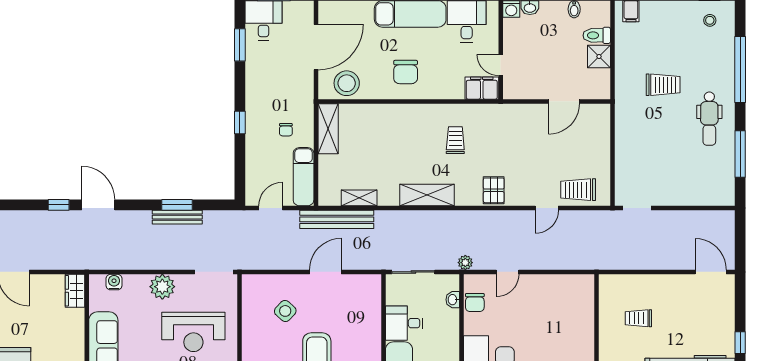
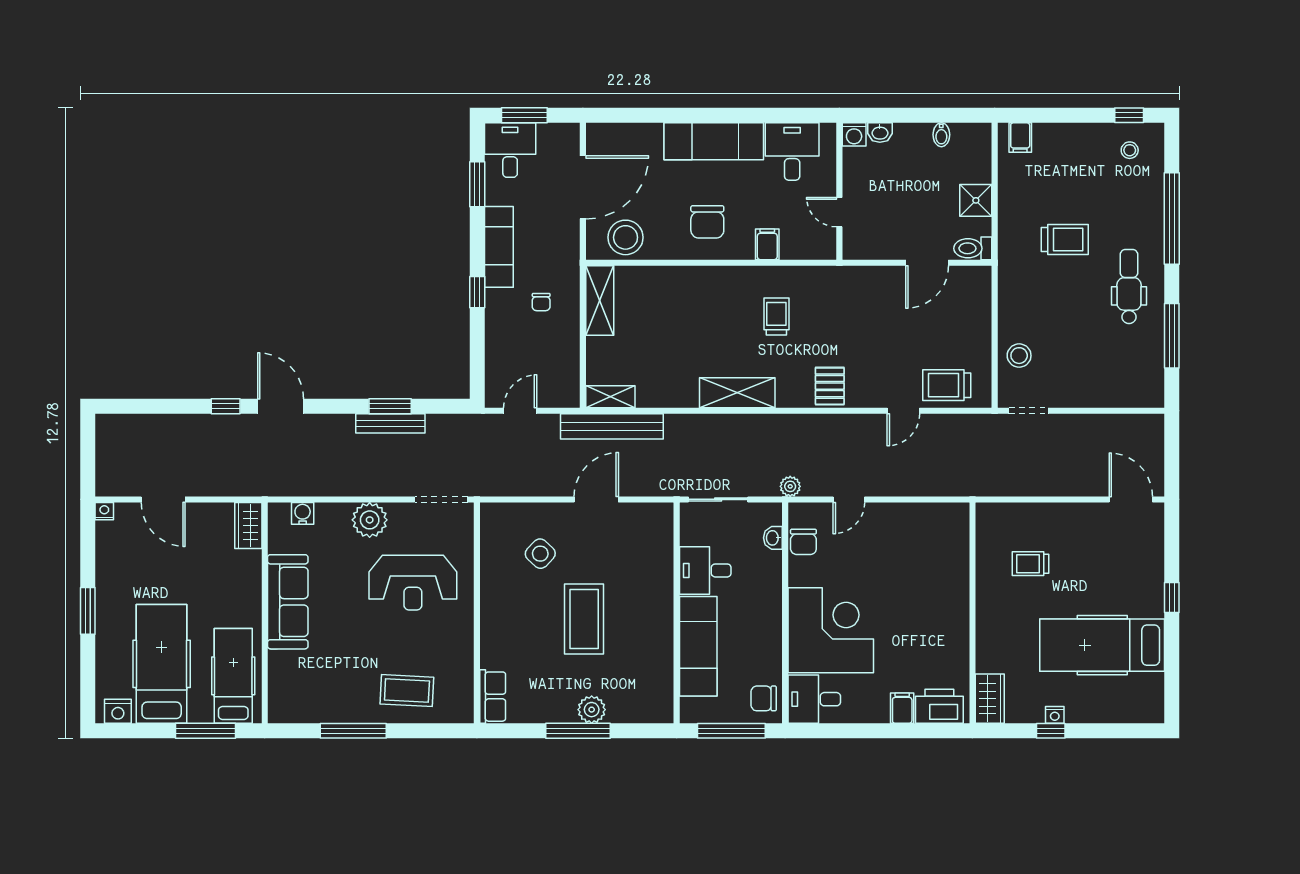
toilet: (597, 35) -> (973, 248), moved
filing cabinet: (482, 88) -> (767, 244), moved, width x0.50
dental chair: (709, 119) -> (1129, 287), turned 180
stool: (630, 168) -> (1019, 356), added
exam couch: (304, 177) -> (499, 247), moved, turned 180
shelving: (359, 198) -> (610, 397), moved

